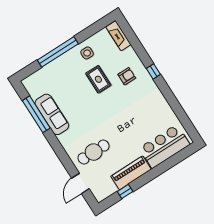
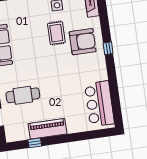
armchair: (127, 76) -> (83, 42), width x1.88, depth x1.88
bar counter: (165, 146) -> (99, 104), moved, turned -90

